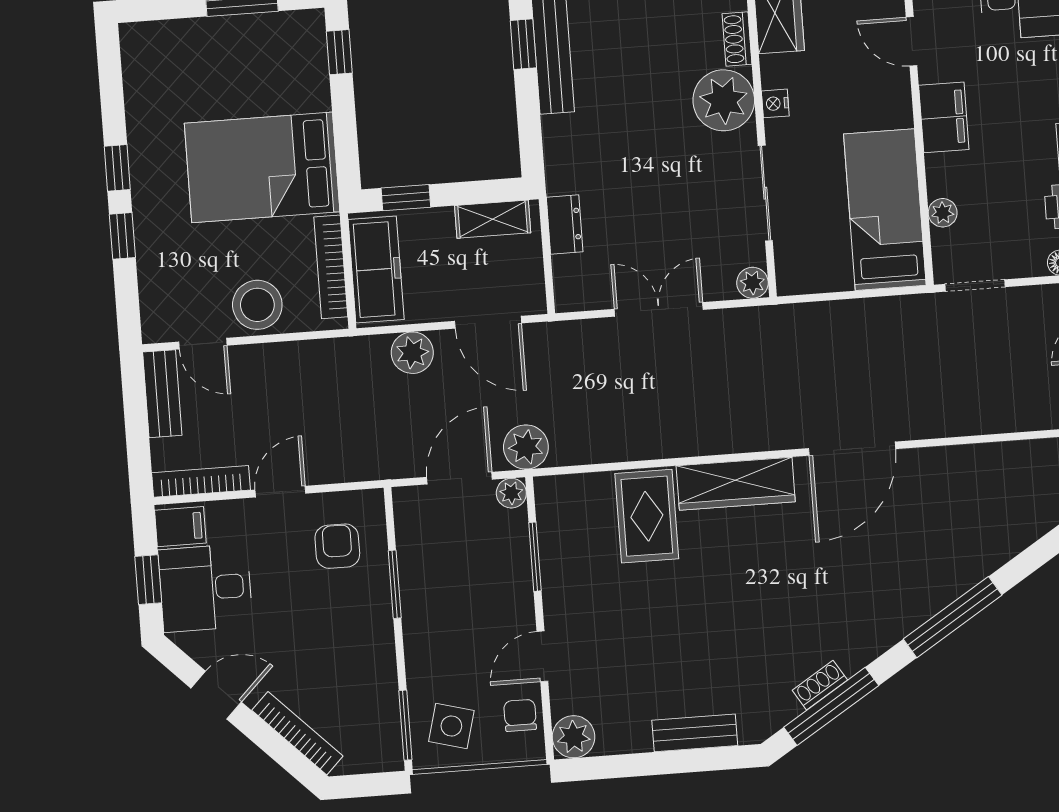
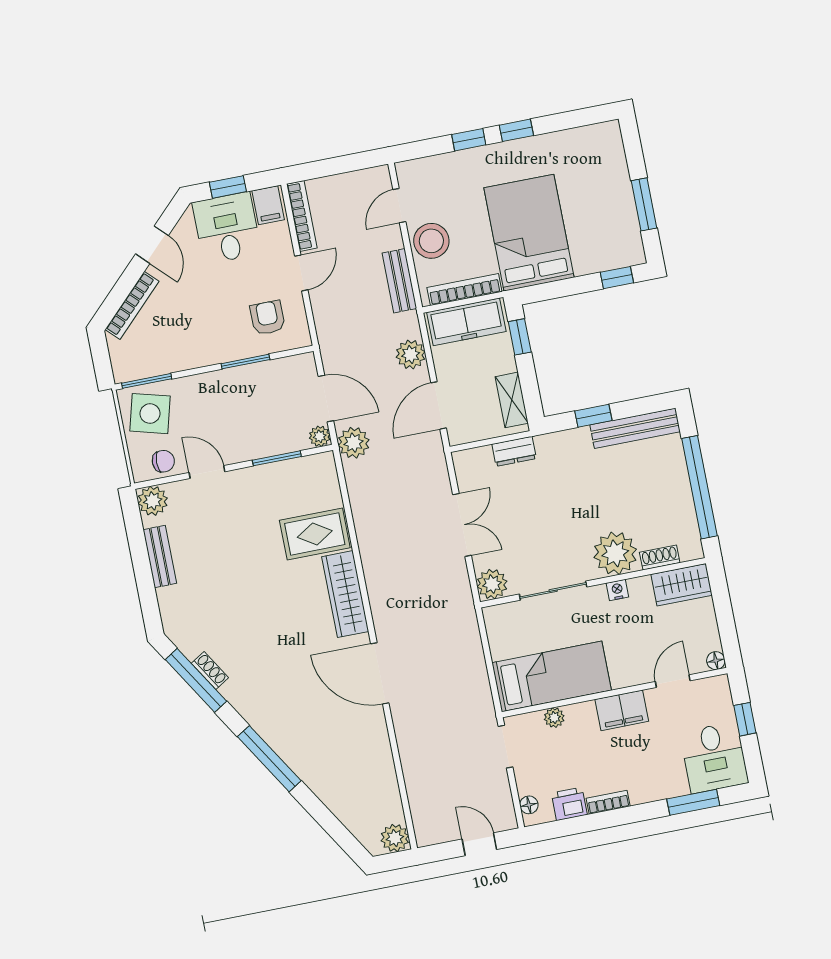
window: (523, 44) -> (593, 416), moved
plant: (752, 283) -> (492, 584), width x1.38, depth x1.38
bench: (162, 394) -> (399, 281), moved, turned 90
door: (280, 492) -> (301, 273), hinge flipped
armchair: (337, 546) -> (268, 318), turned -90
side table: (451, 726) -> (150, 414), width x1.37, depth x1.37
bench: (695, 733) -> (160, 557), moved

